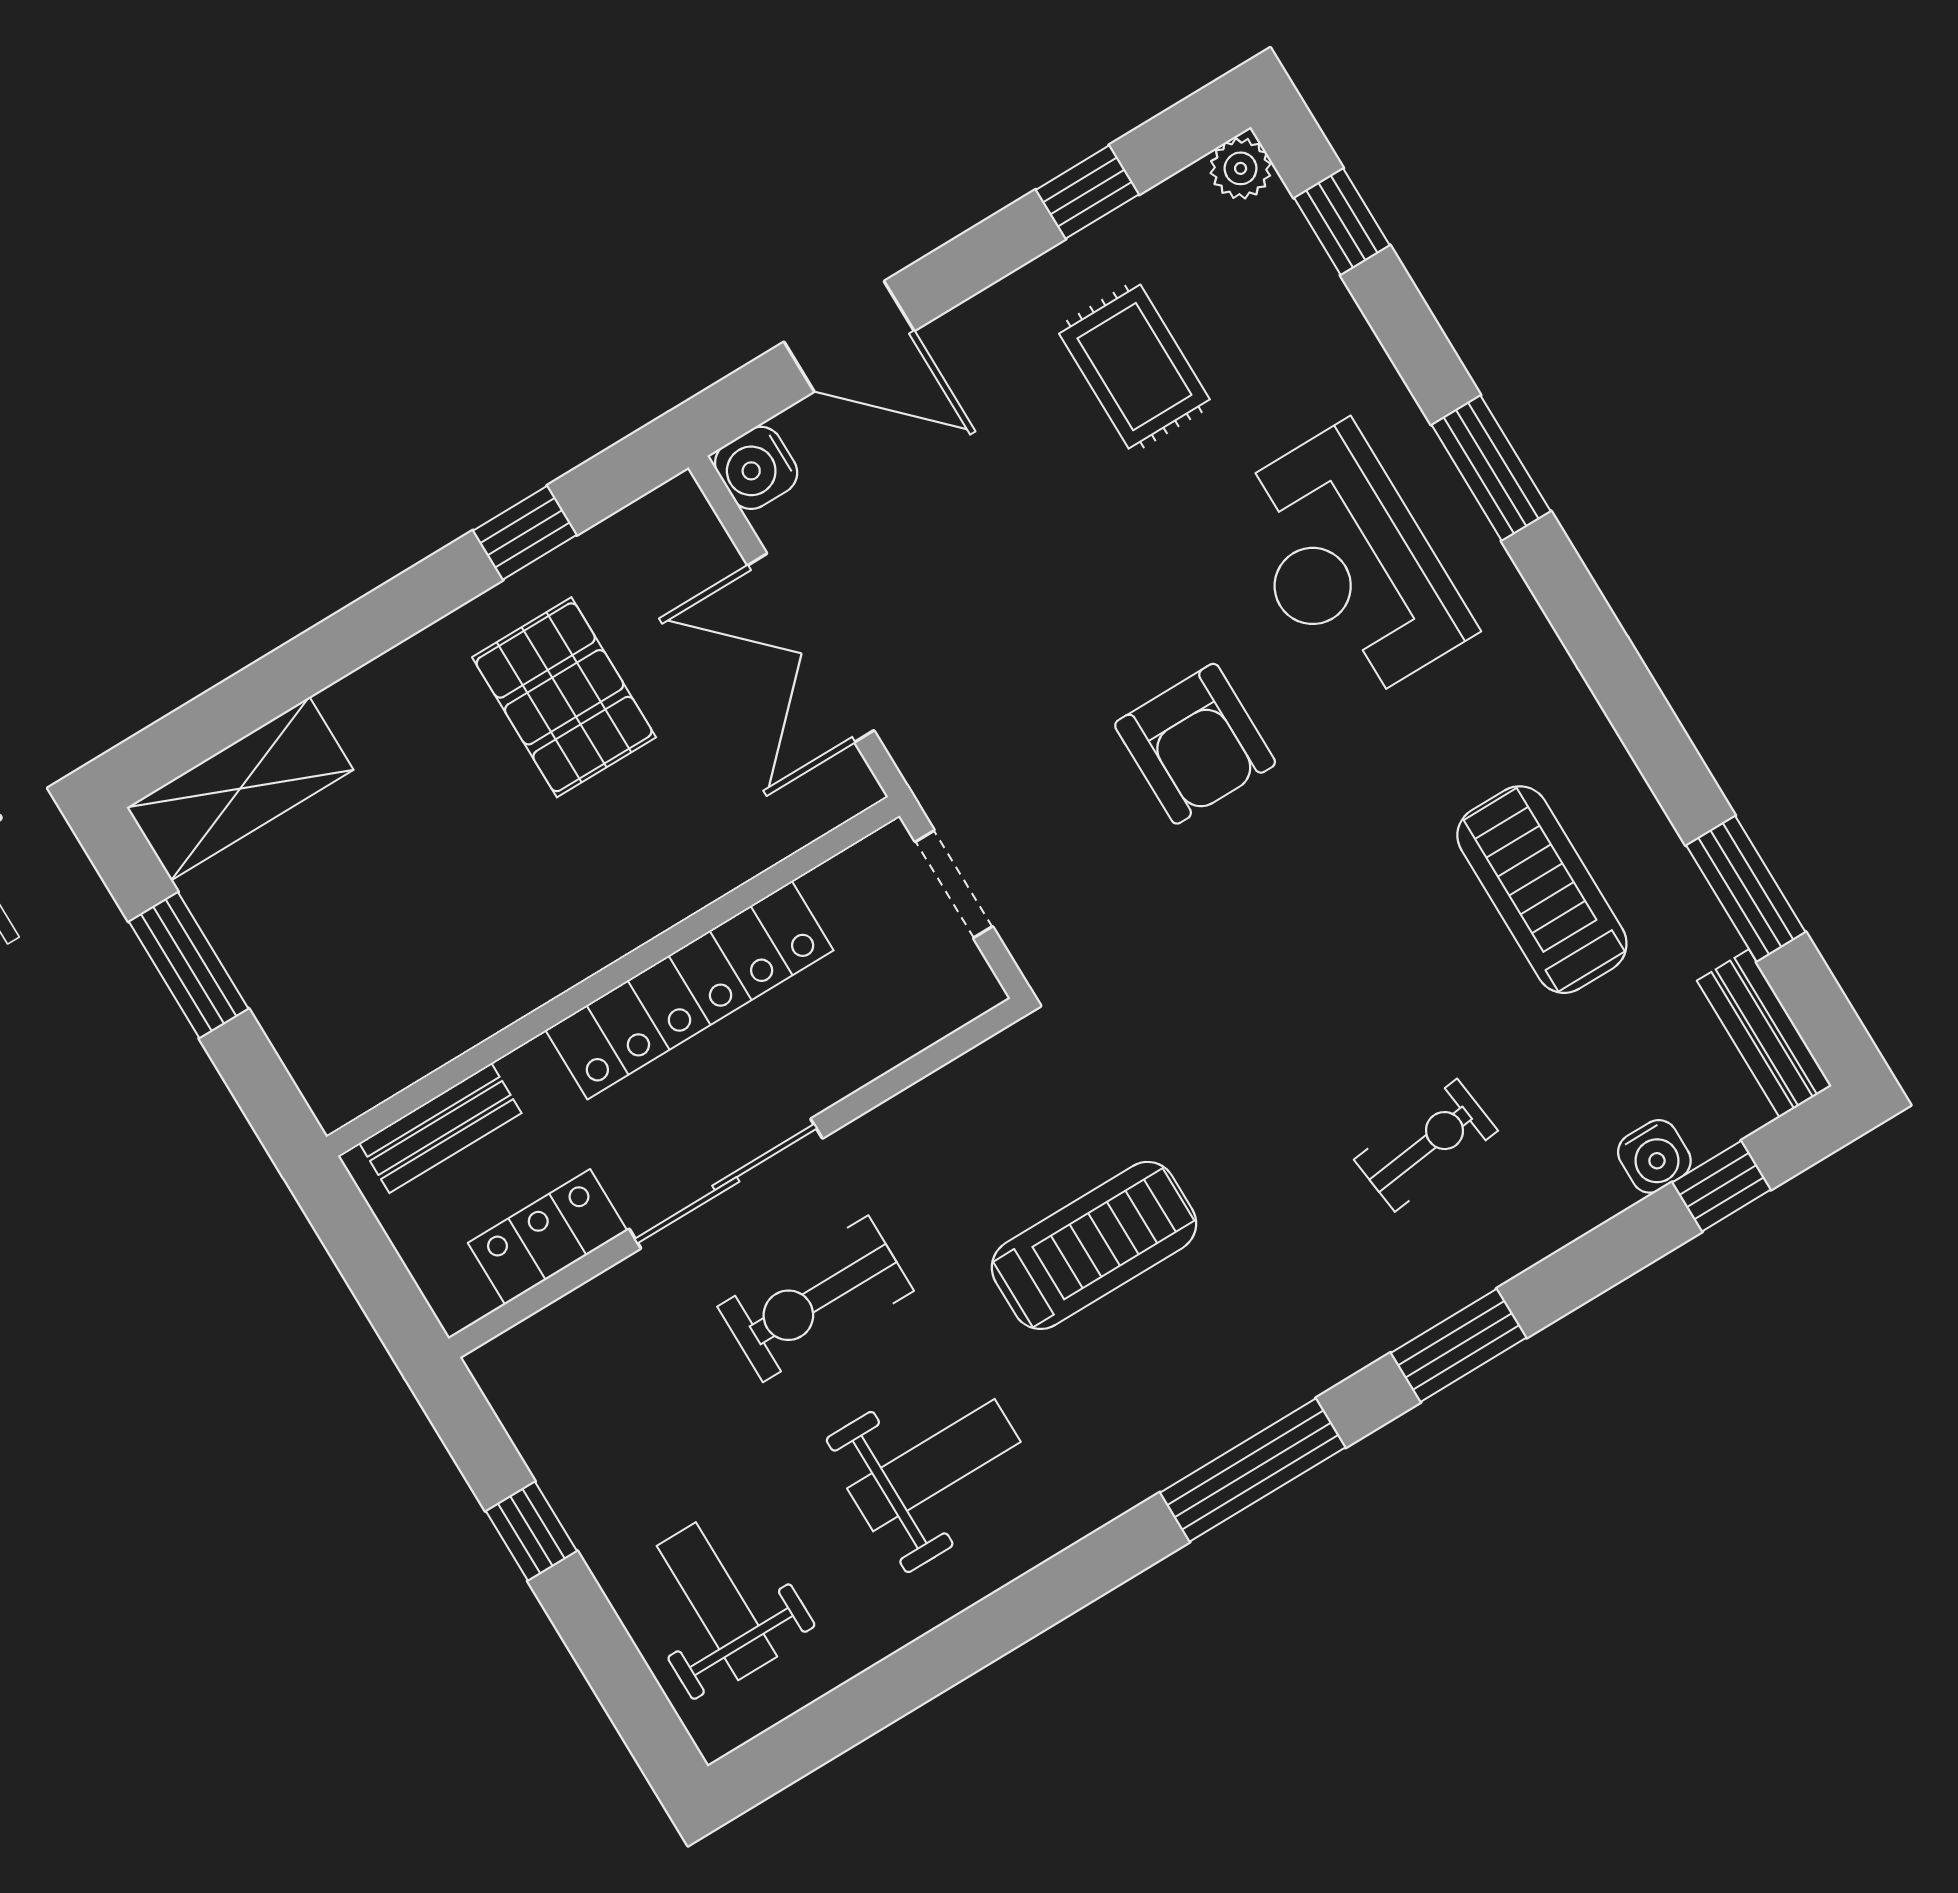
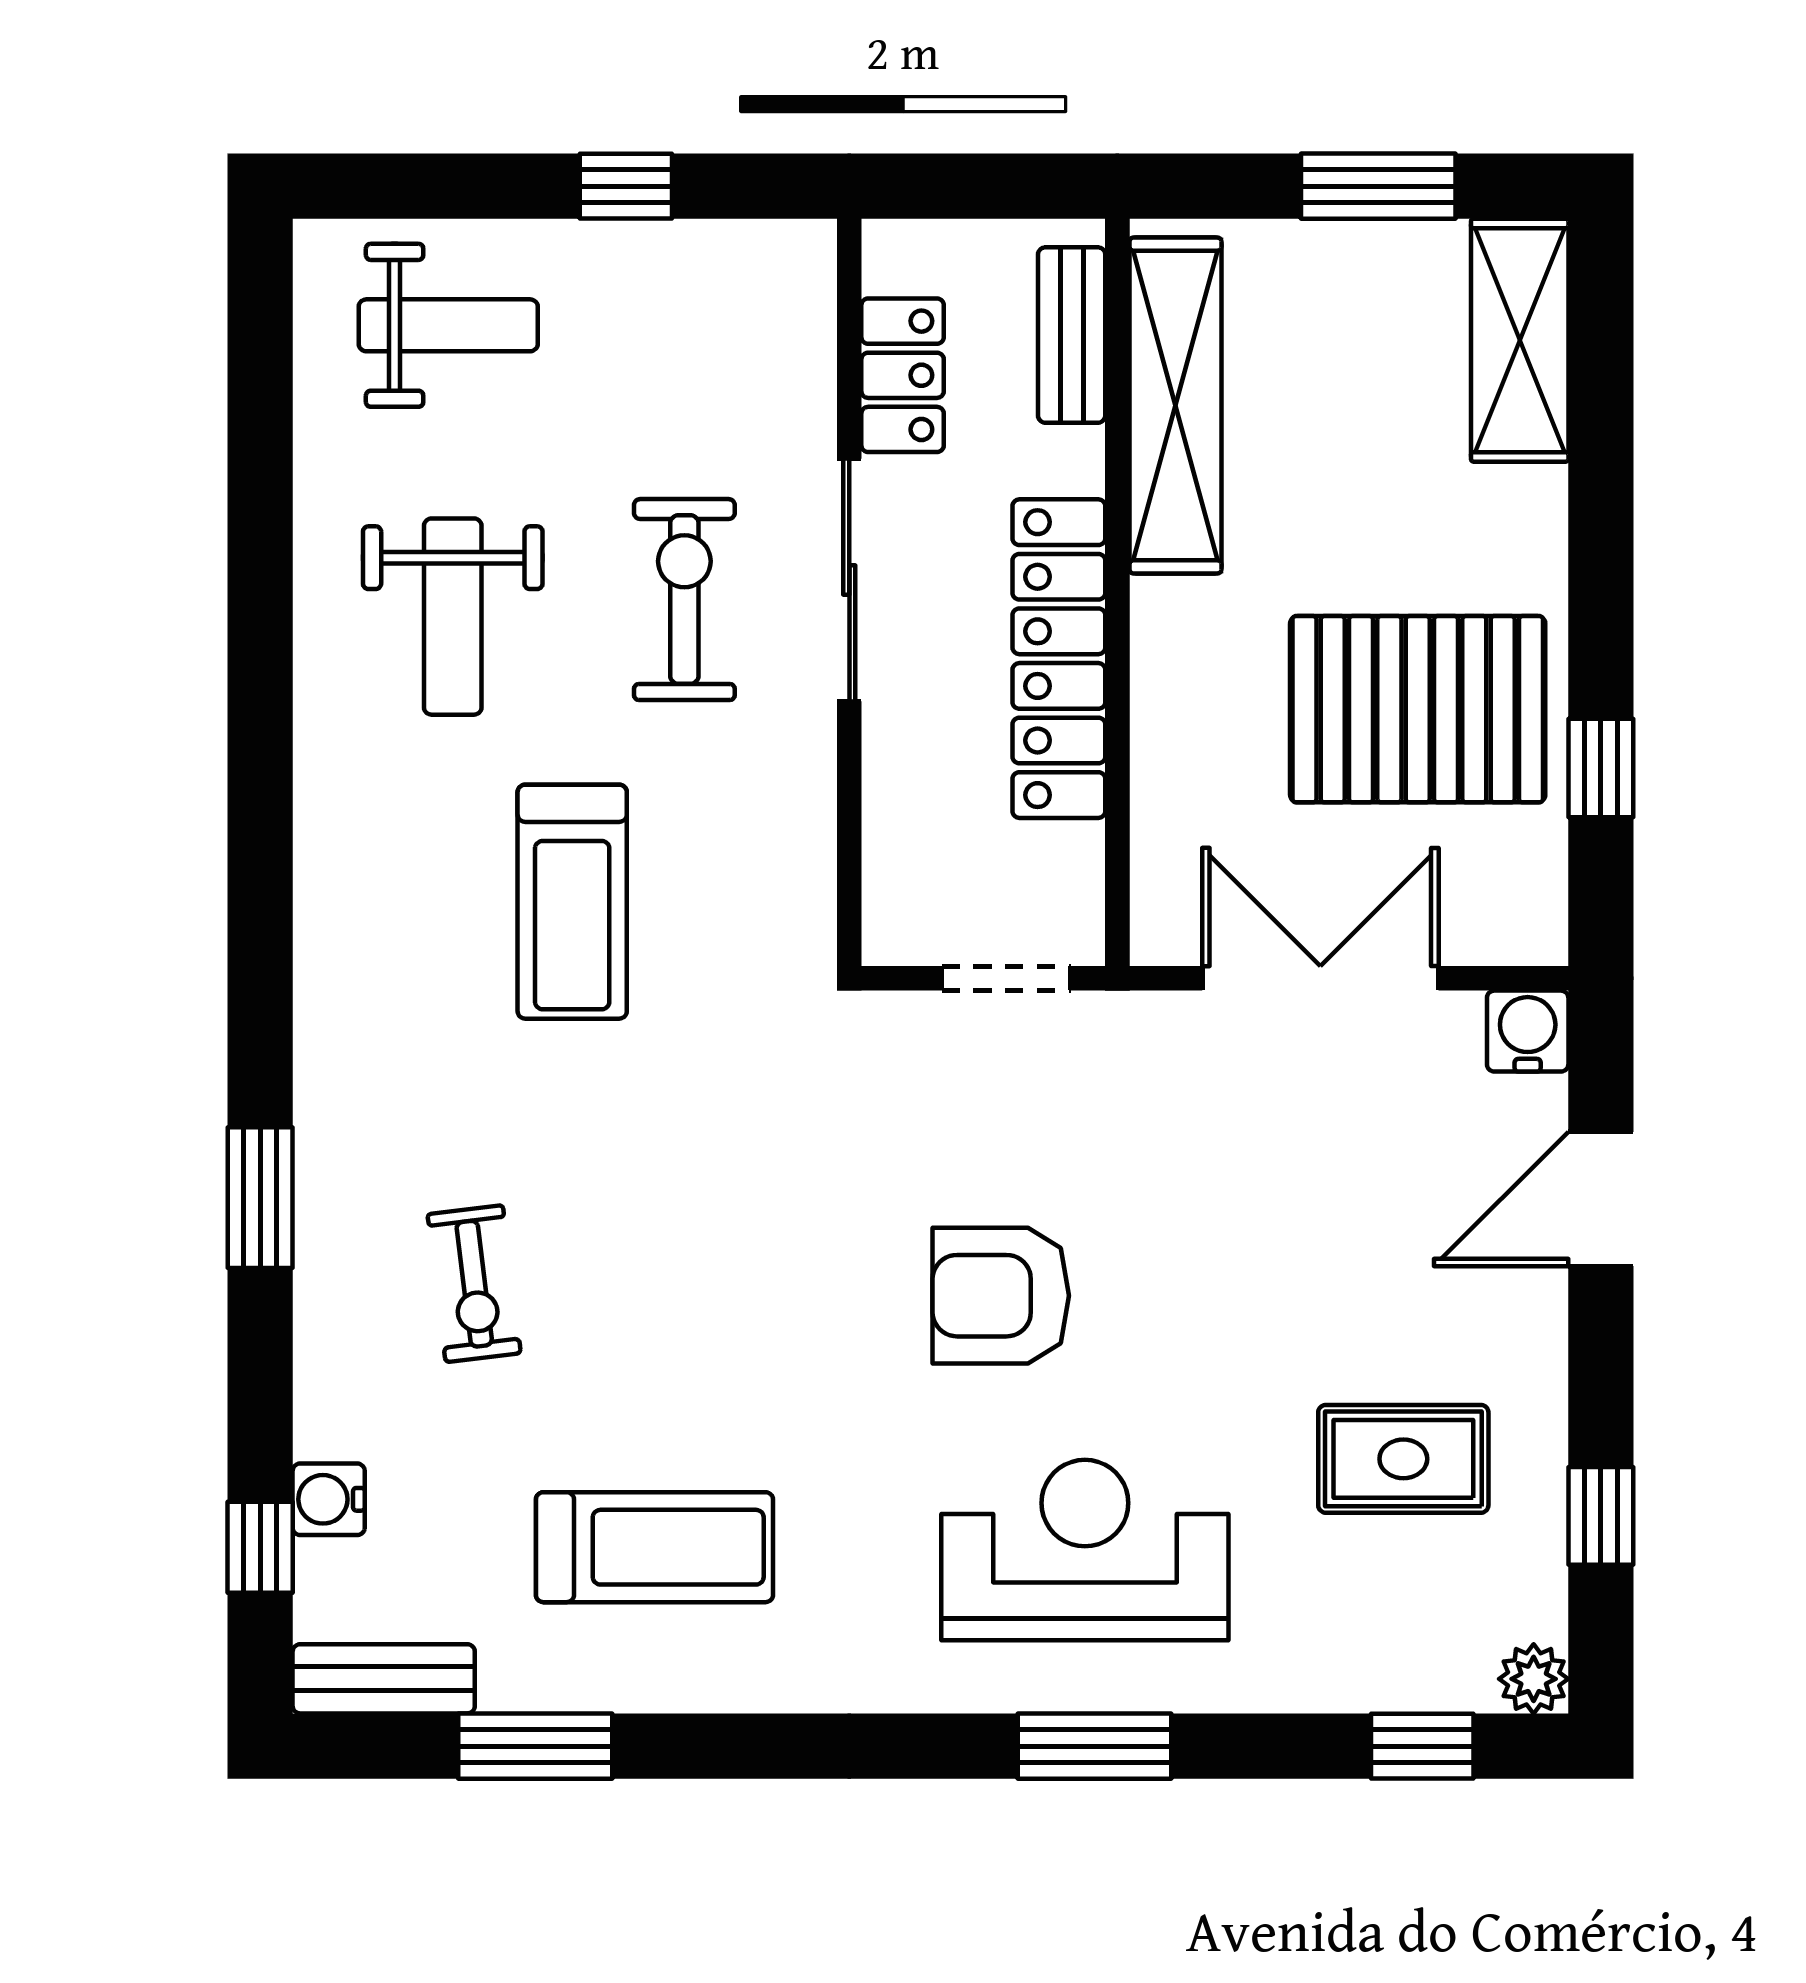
pallet: (564, 697) -> (1418, 709), width x1.37, depth x1.41
shelving: (446, 1018) -> (1175, 405), added
window: (1253, 1470) -> (260, 924), removed

